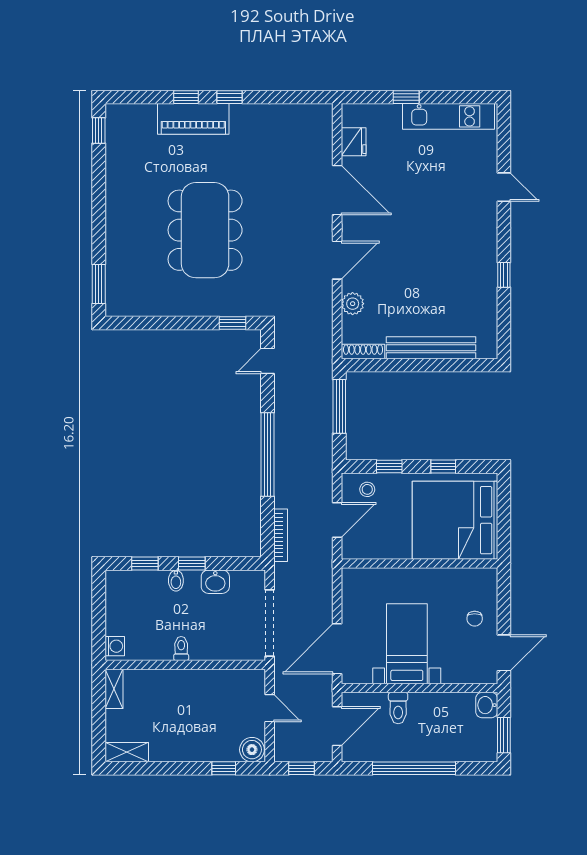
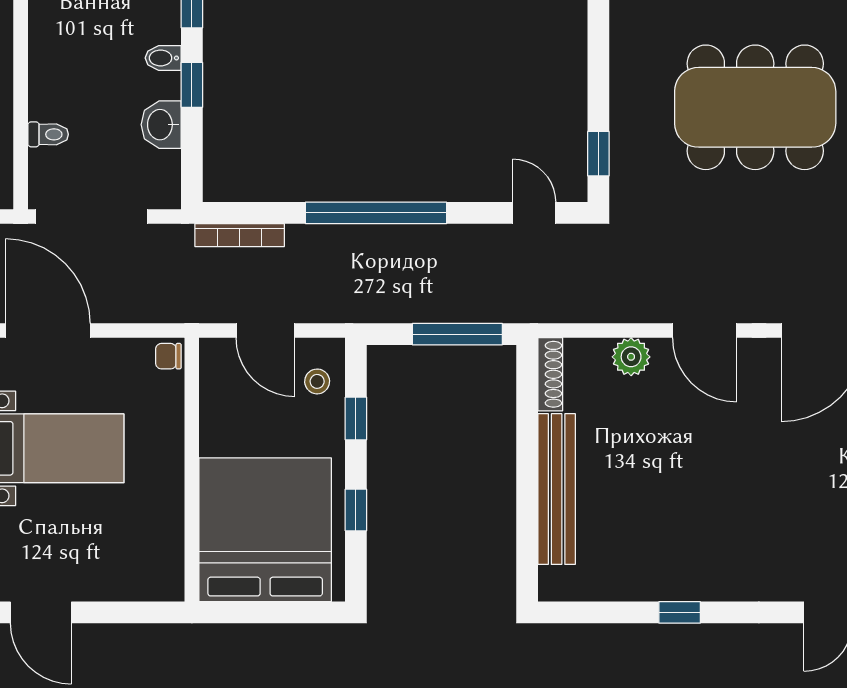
chair: (475, 619) -> (168, 356), moved
toilet: (181, 649) -> (48, 134), moved

